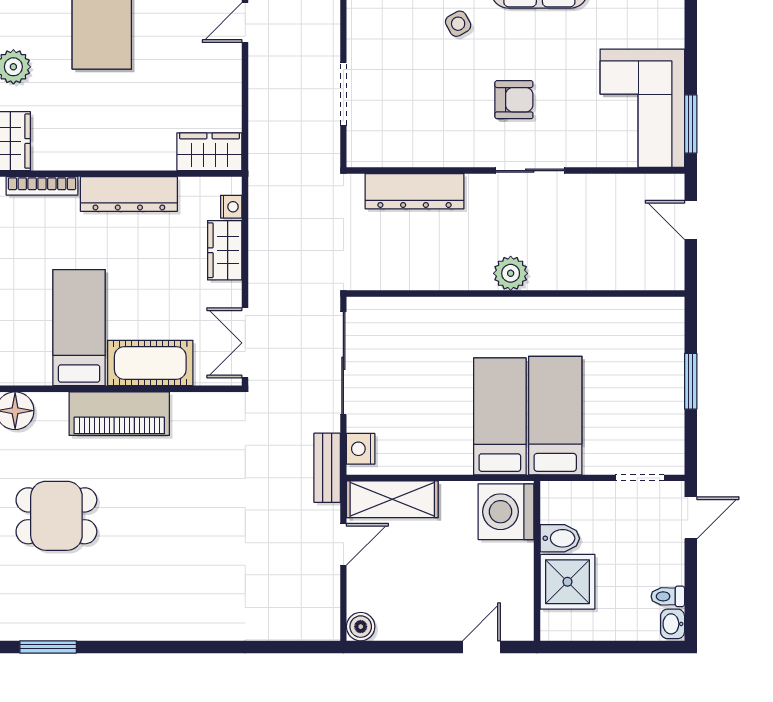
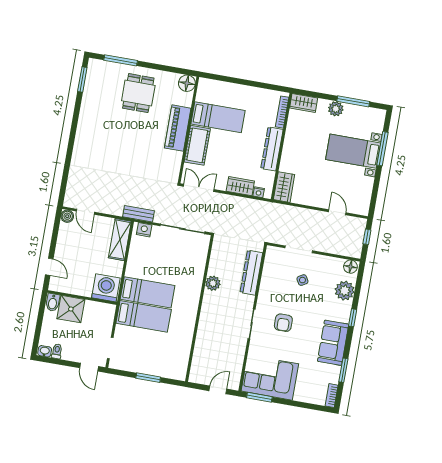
side table: (458, 24) -> (302, 280), moved
plant: (511, 273) -> (213, 283), moved
bidet: (560, 538) -> (53, 302), moved
door: (343, 544) -> (85, 212), moved

